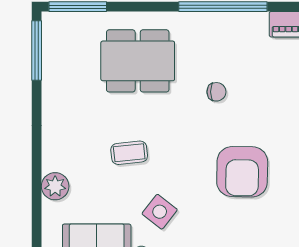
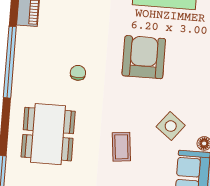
armchair: (242, 172) -> (144, 57), turned -91

